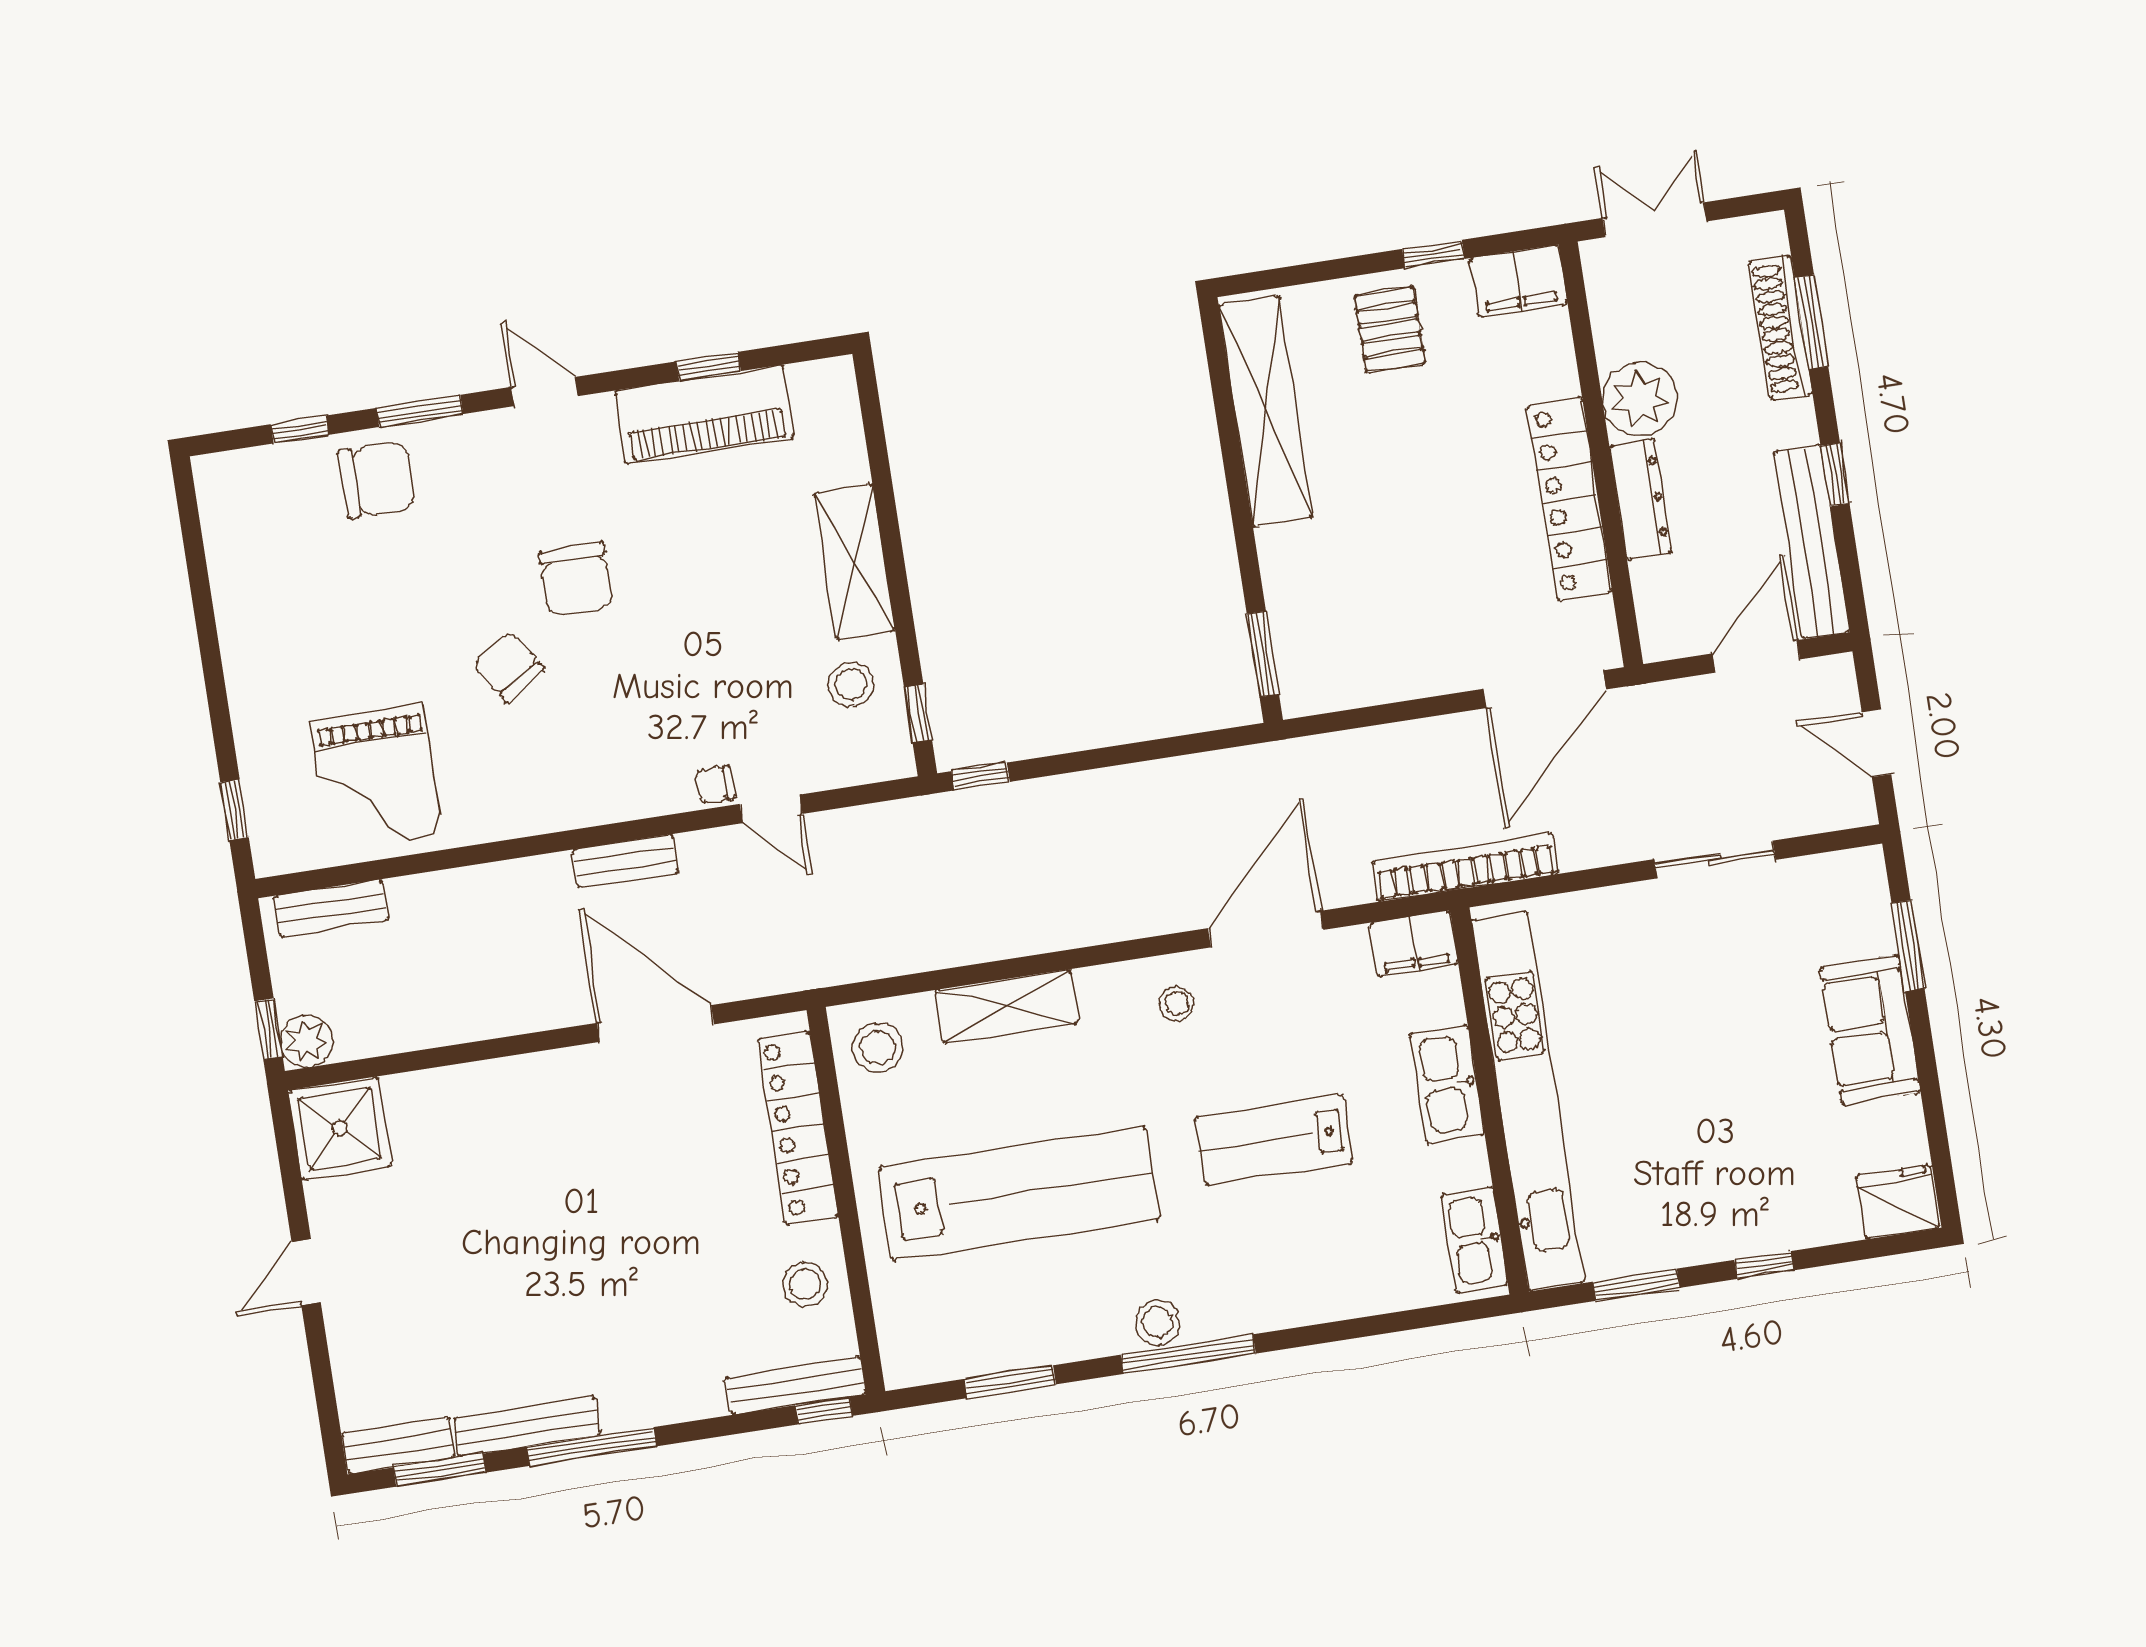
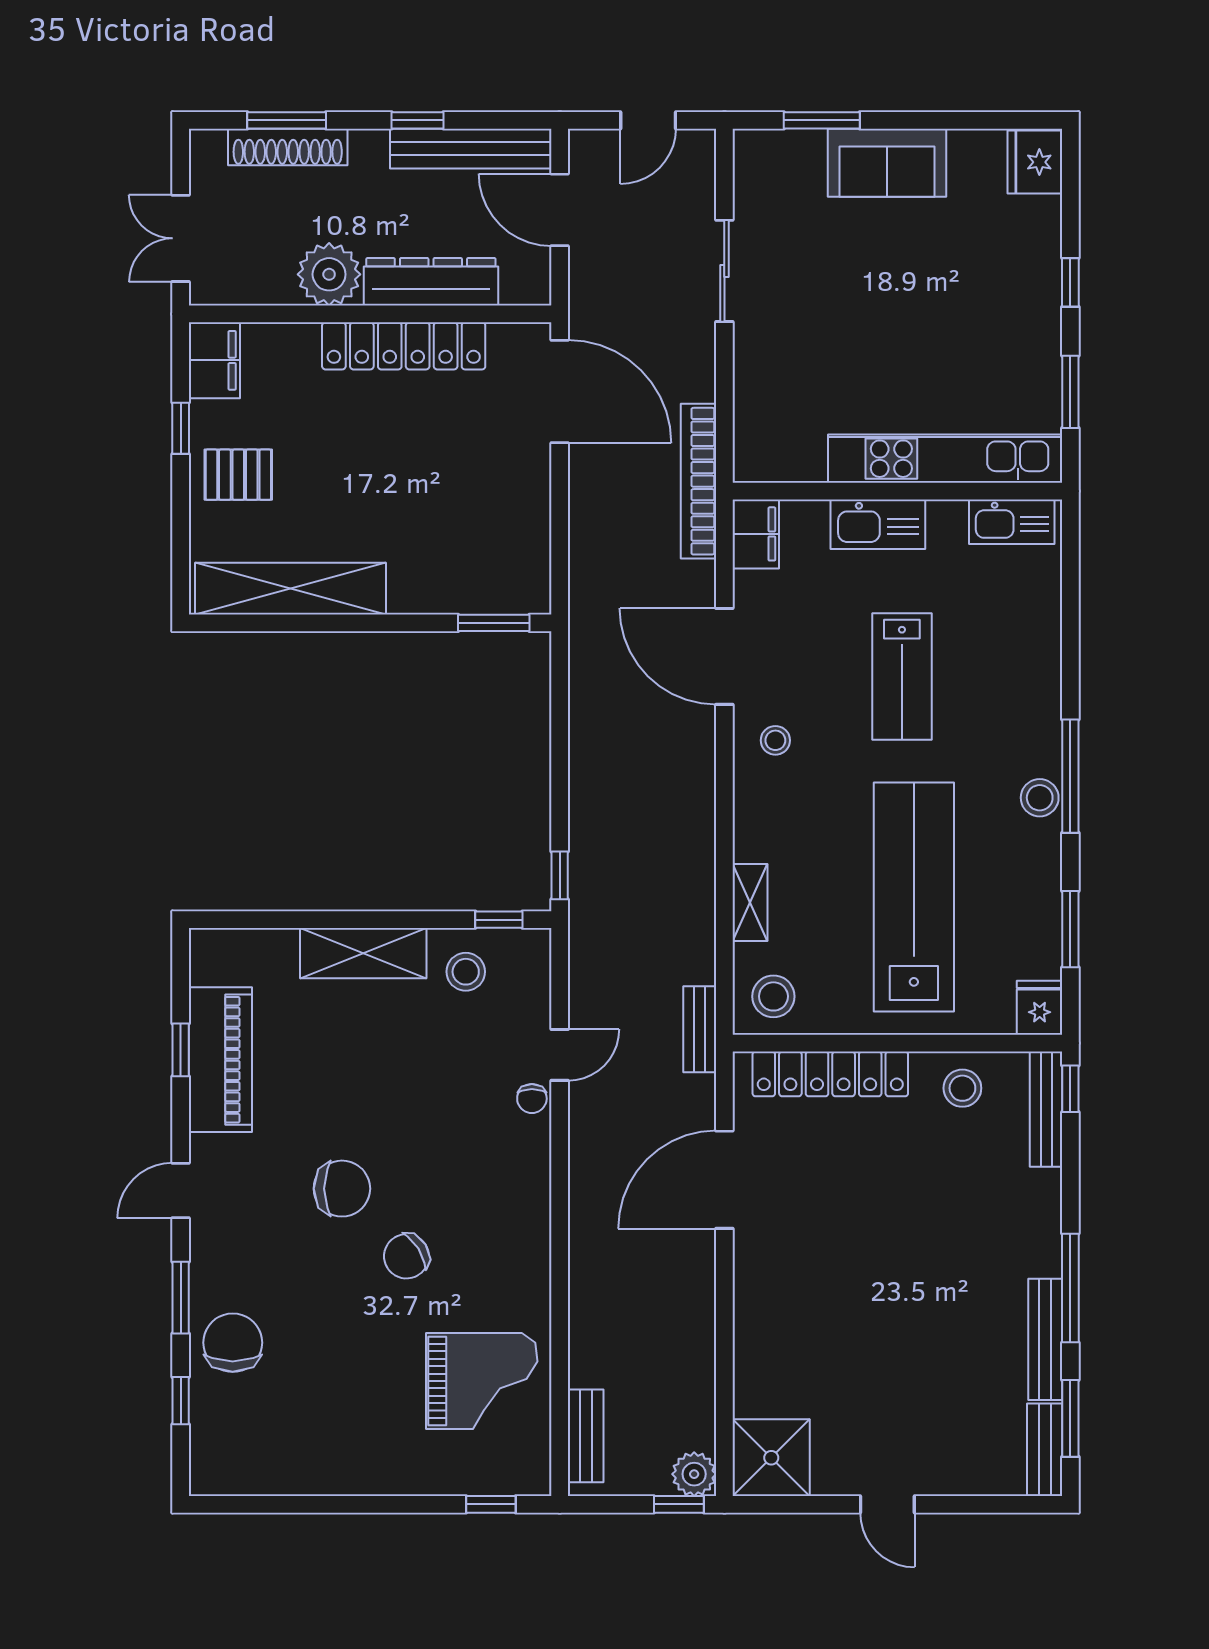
dresser: (1640, 499) -> (431, 282), width x1.37, depth x1.24
bench: (625, 861) -> (700, 1029), moved
shelving: (1007, 1007) -> (750, 903), width x0.67, depth x0.75
kitchen unit: (1528, 1101) -> (945, 459), width x0.73
fridge: (913, 1360) -> (1040, 1008), added

